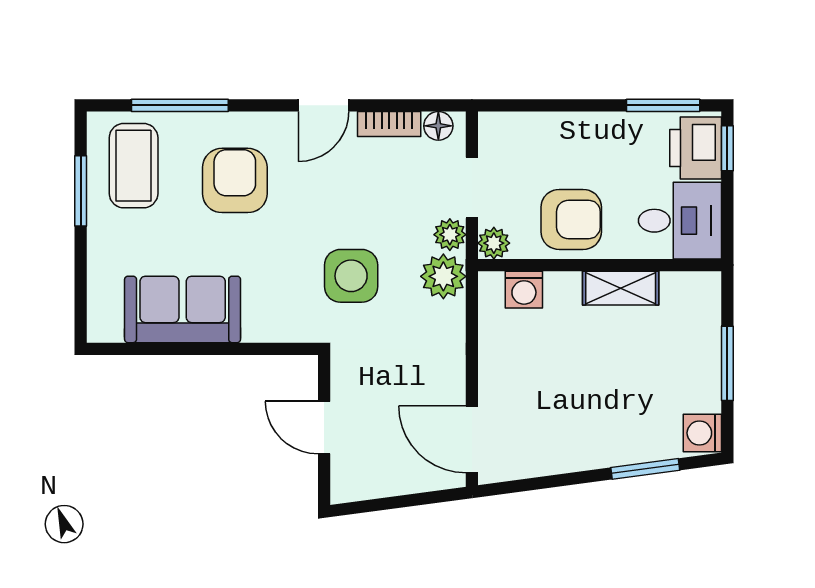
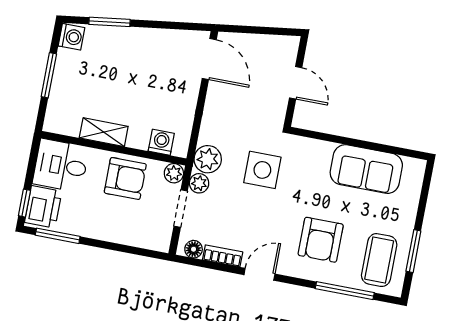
armchair: (571, 219) -> (125, 178), turned 180

